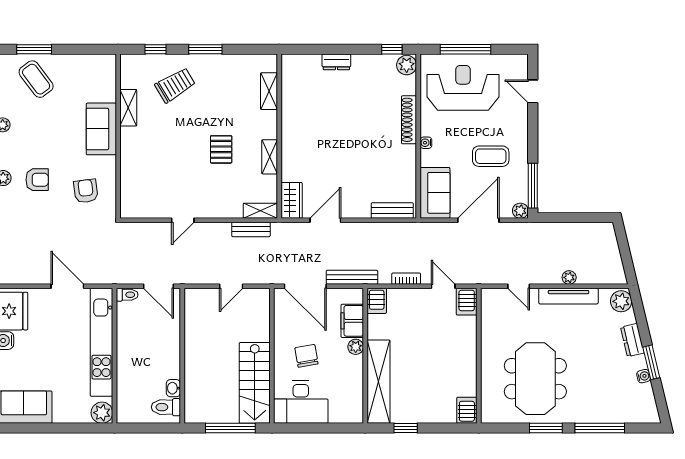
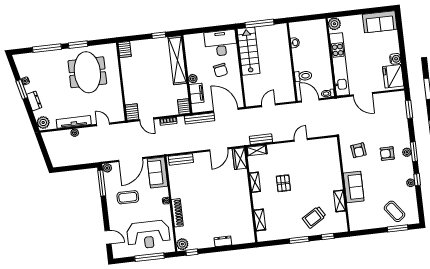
toilet: (166, 407) -> (303, 76), moved

